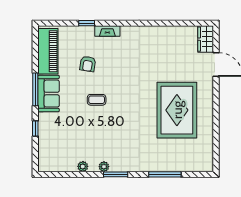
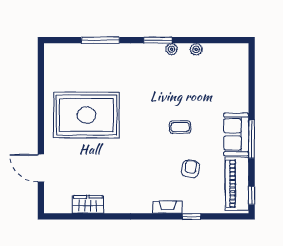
wardrobe: (206, 39) -> (88, 204), moved, turned -90
rug: (177, 110) -> (86, 115), turned 90
window: (35, 128) -> (252, 195), moved

